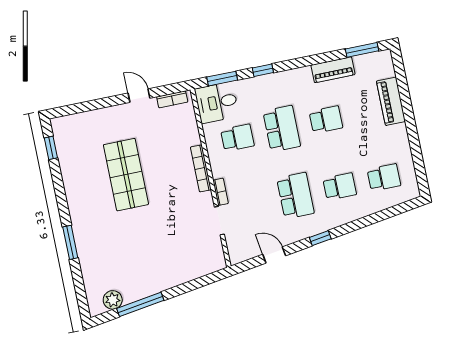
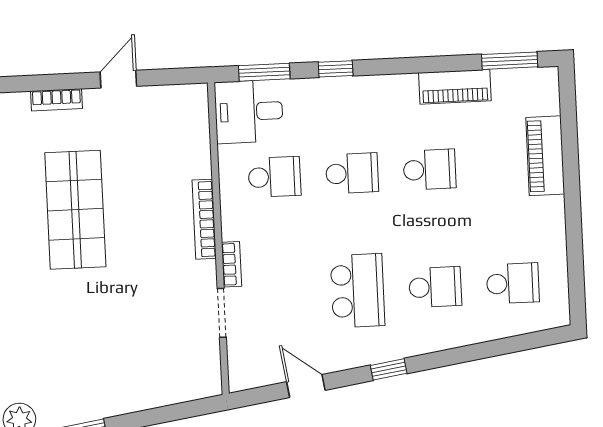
door: (139, 96) -> (118, 79), hinge flipped
bookcase: (172, 99) -> (57, 100), moved
school desk: (282, 129) -> (352, 173), width x0.54

